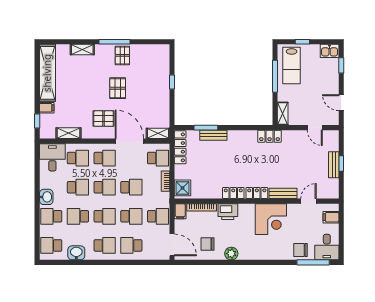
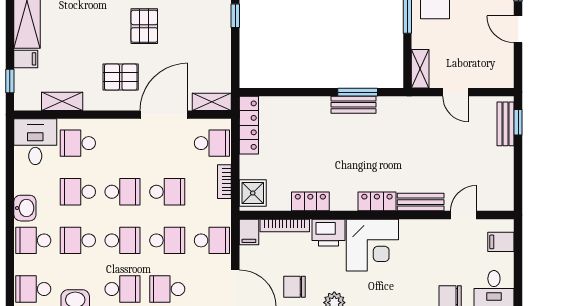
door: (341, 103) -> (518, 29), moved
window: (206, 128) -> (358, 92), moved
door: (315, 128) -> (455, 92), moved
bench: (213, 135) -> (354, 105), moved
locker: (270, 136) -> (398, 107), removed
door: (129, 141) -> (164, 115), hinge flipped
school desk: (78, 158) -> (78, 143), turned 180
school desk: (105, 158) -> (123, 143), removed
window: (341, 163) -> (518, 122), moved
bench: (334, 165) -> (505, 124), moved
school desk: (78, 187) -> (78, 192), turned 180
locker: (233, 193) -> (310, 201), moved
corner desk: (271, 219) -> (372, 245), moved

